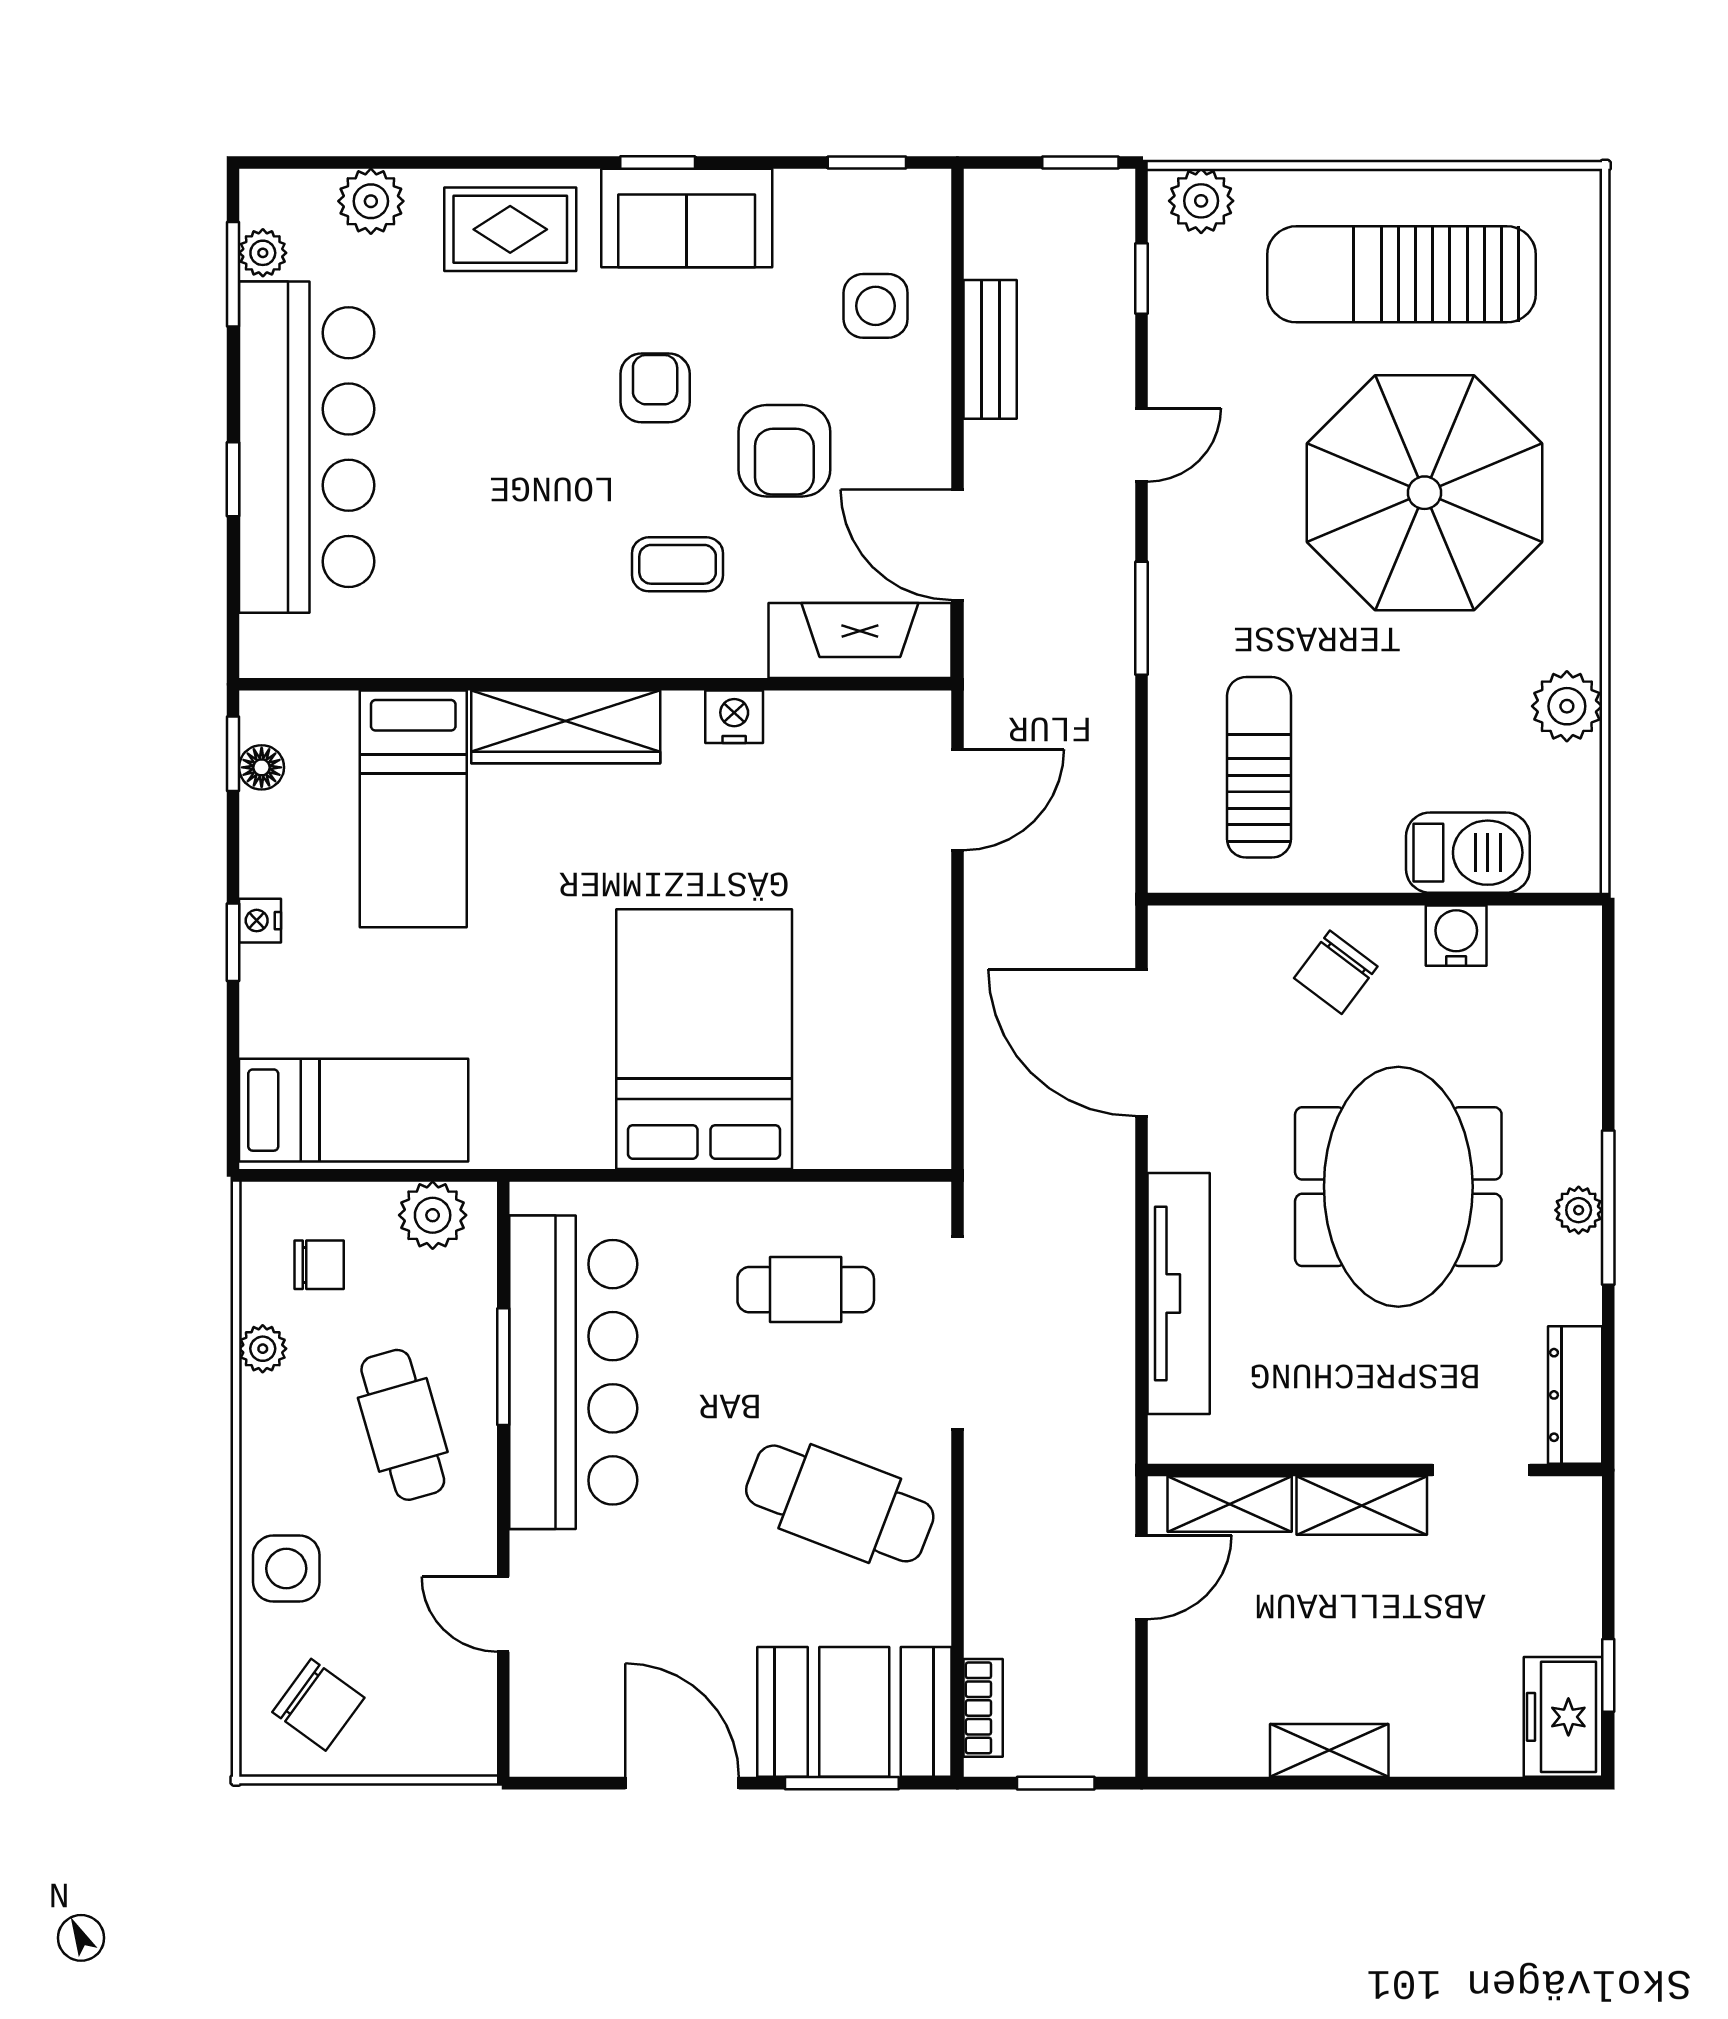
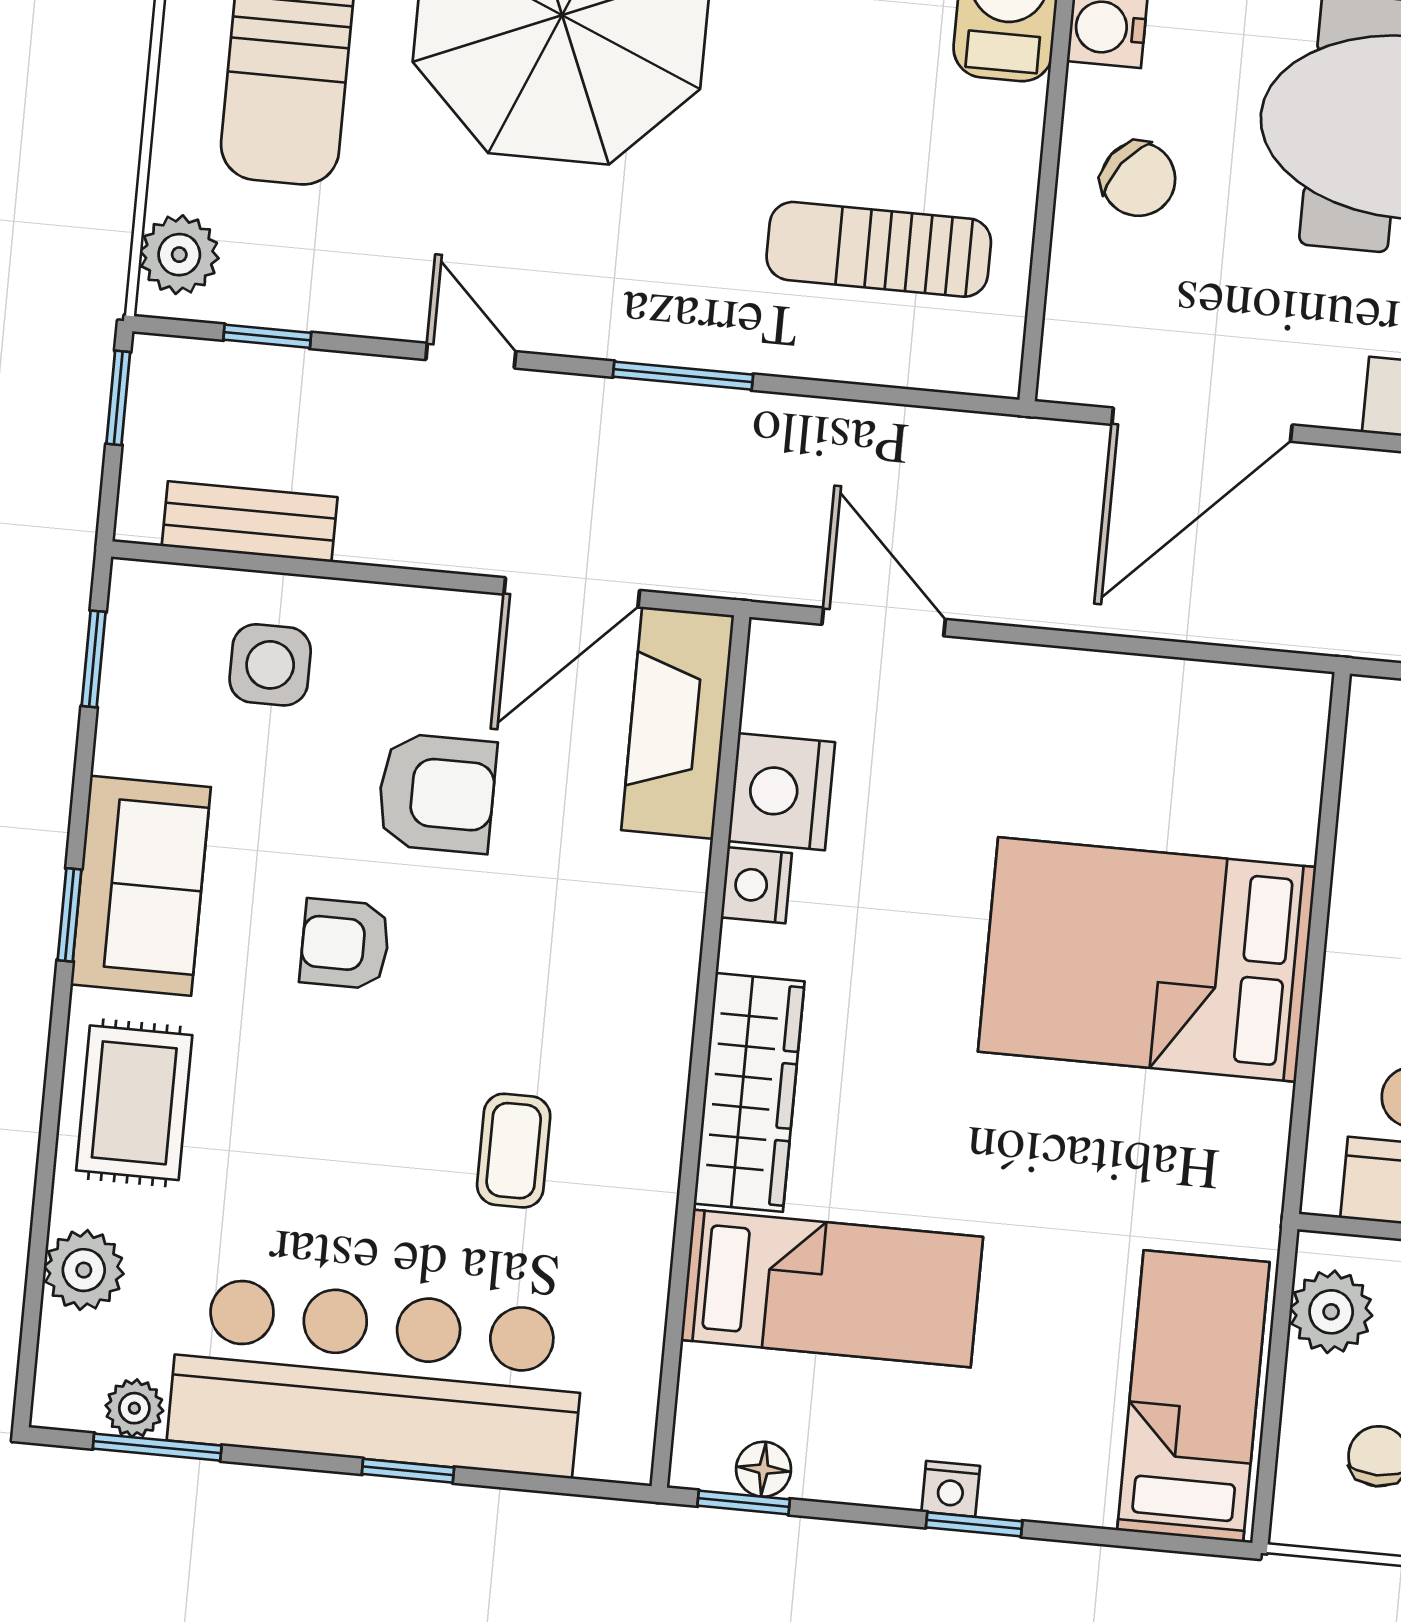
bench: (990, 349) -> (250, 522), moved
coffee table: (678, 564) -> (514, 1151), moved
nightstand: (812, 730) -> (782, 792), added

